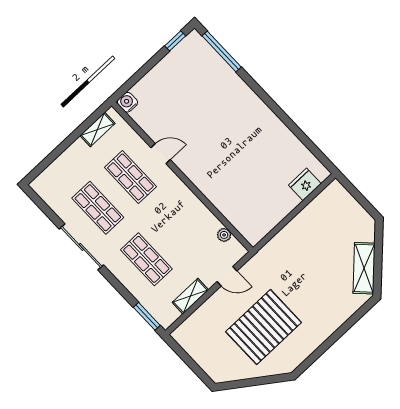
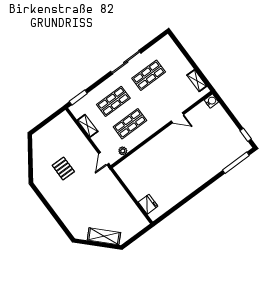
door: (161, 154) -> (177, 118), hinge flipped
shop shelf: (130, 177) -> (130, 124), moved
shelving: (364, 268) -> (104, 236), moved
door: (227, 276) -> (104, 159), moved
pallet: (264, 327) -> (63, 169), width x0.49, depth x0.50

